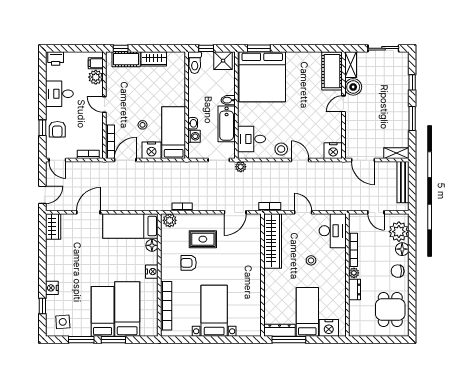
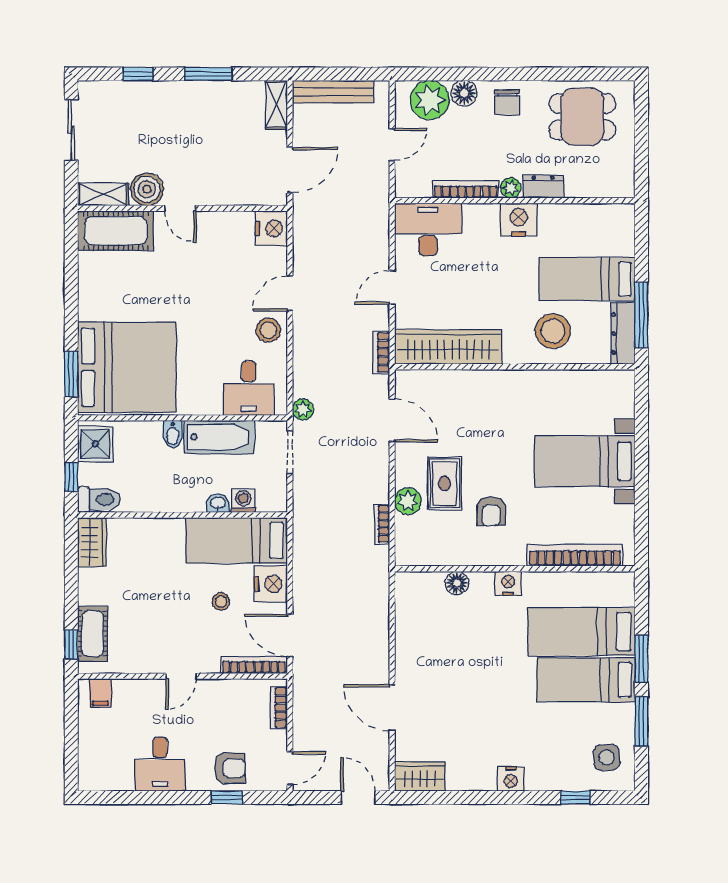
printer: (56, 59) -> (91, 771), removed
wardrobe: (154, 59) -> (92, 542), moved
plant: (96, 77) -> (128, 693), removed
plant: (170, 220) -> (408, 501), moved
bed: (130, 226) -> (419, 625), removed
stool: (311, 260) -> (553, 331), moved, width x1.89, depth x1.89
nightstand: (52, 288) -> (511, 779), moved
nightstand: (329, 328) -> (519, 220), moved, turned -90

